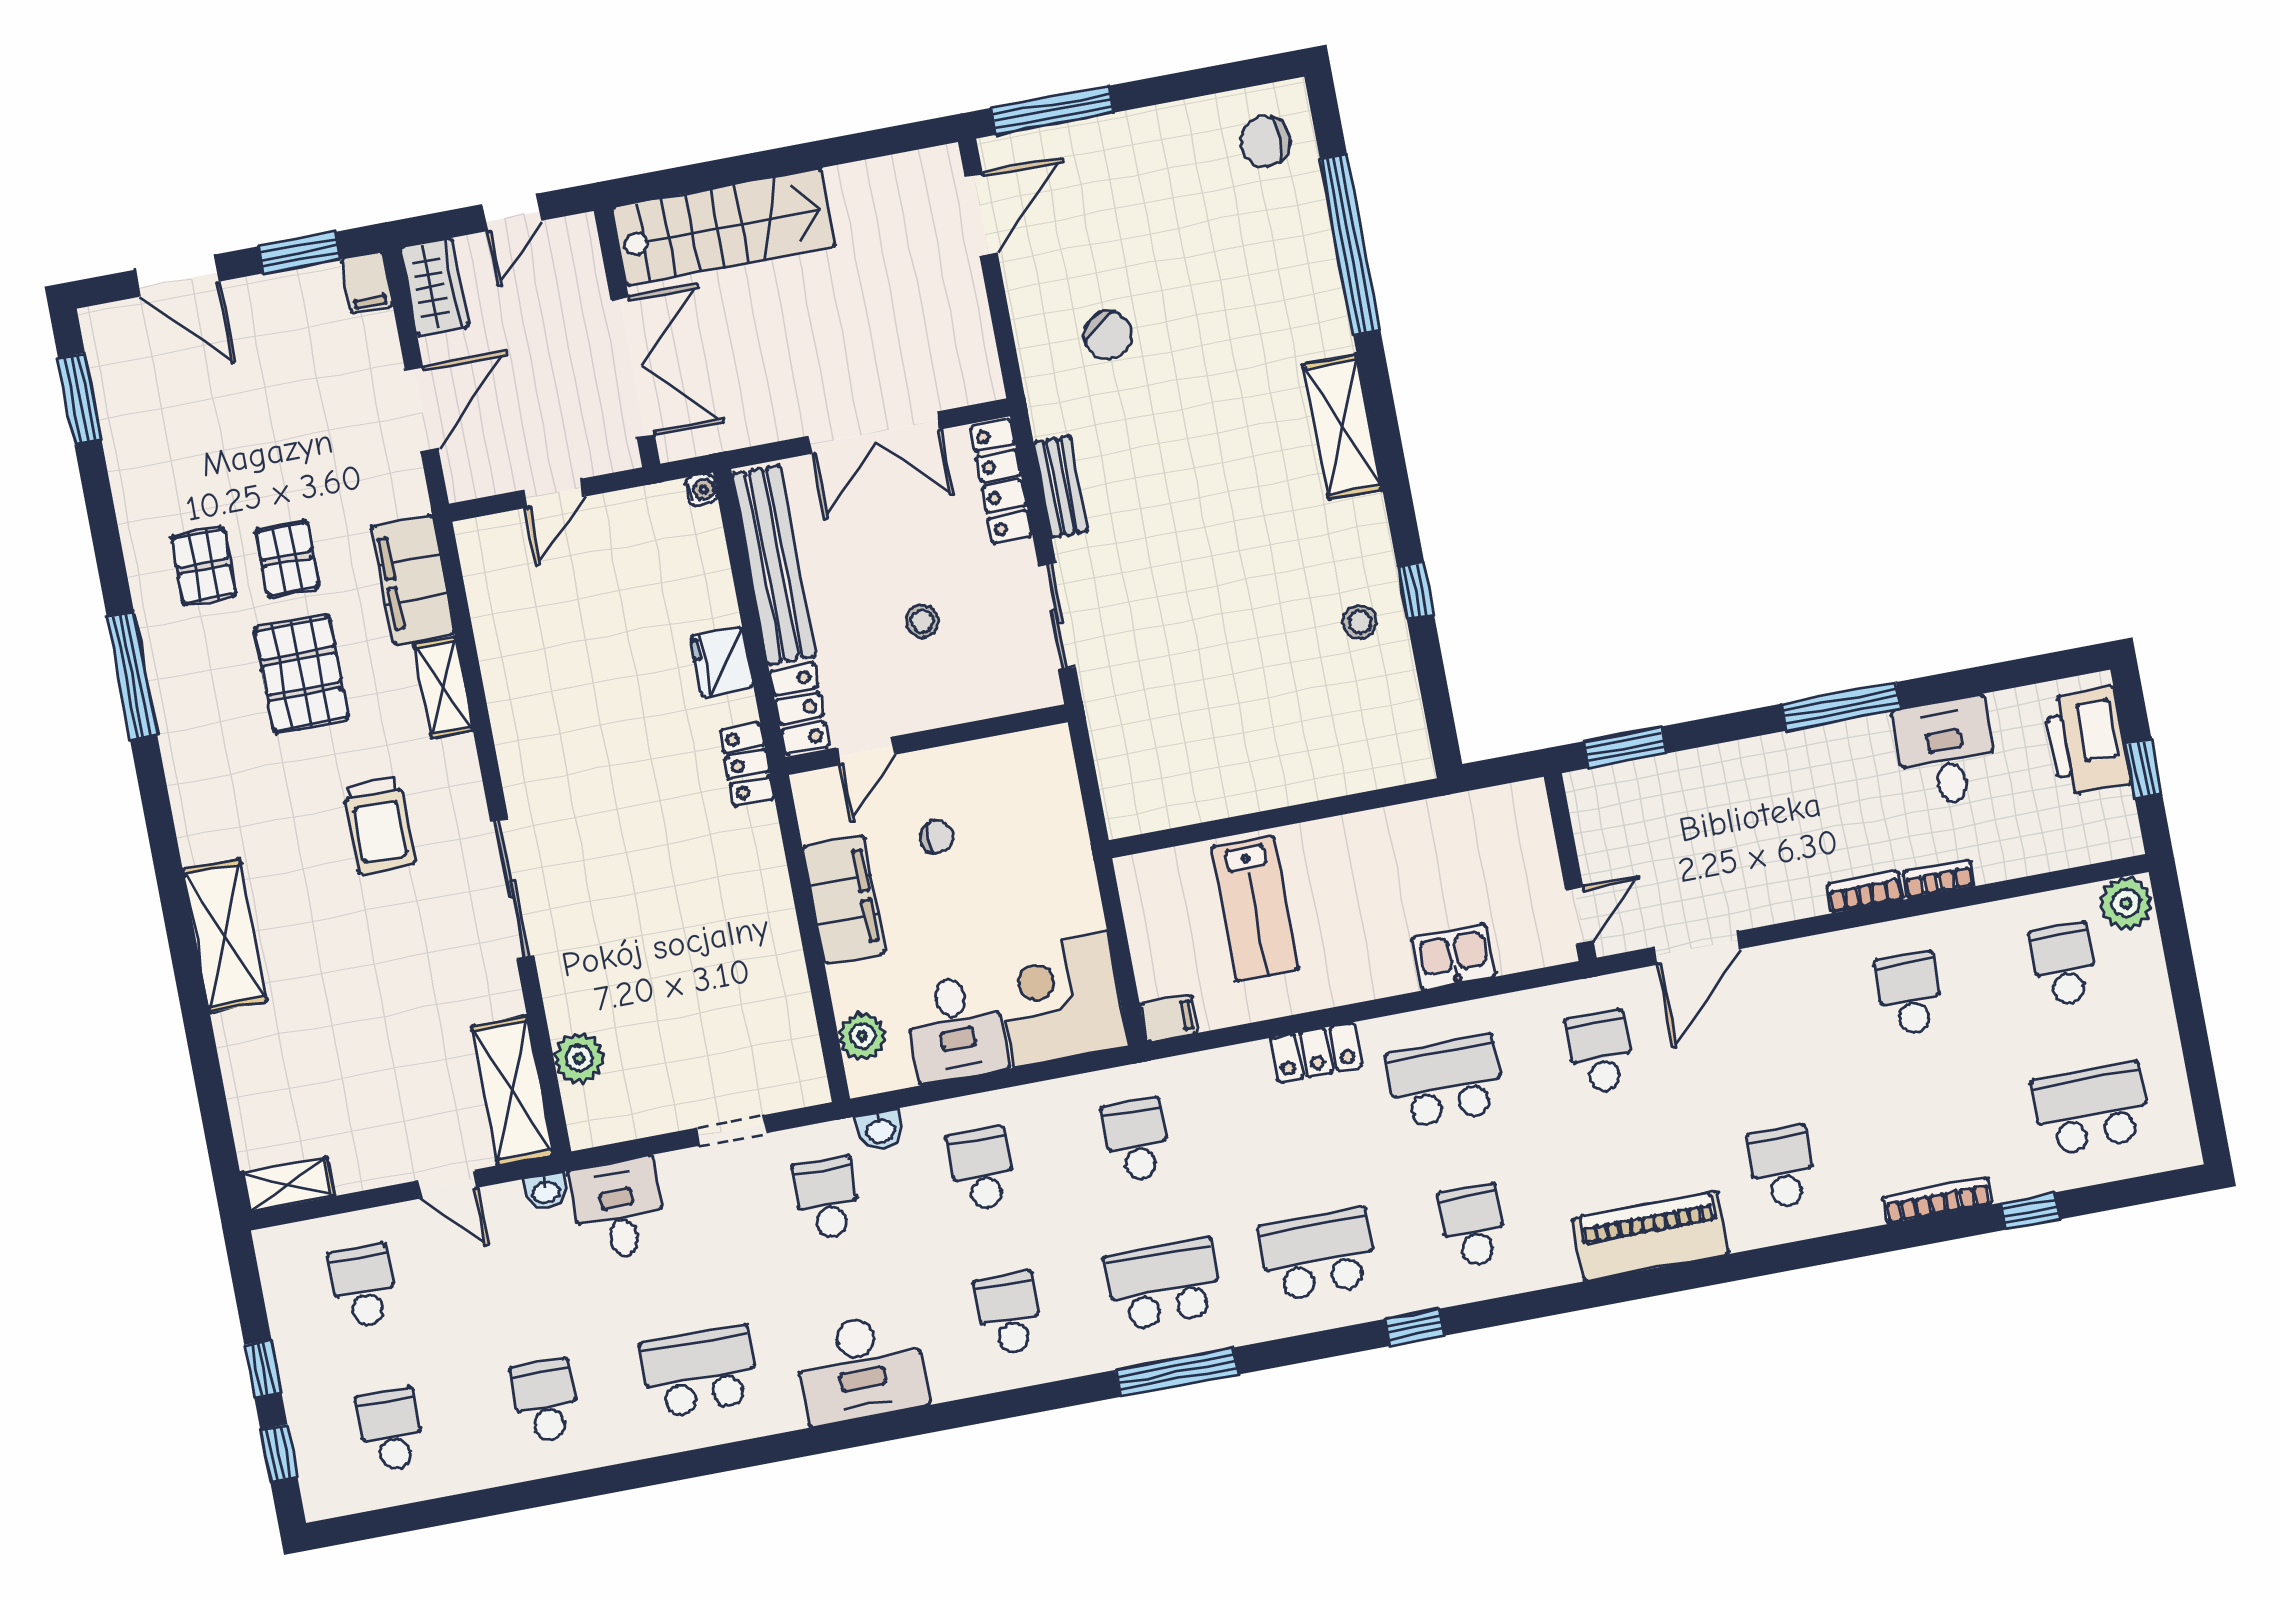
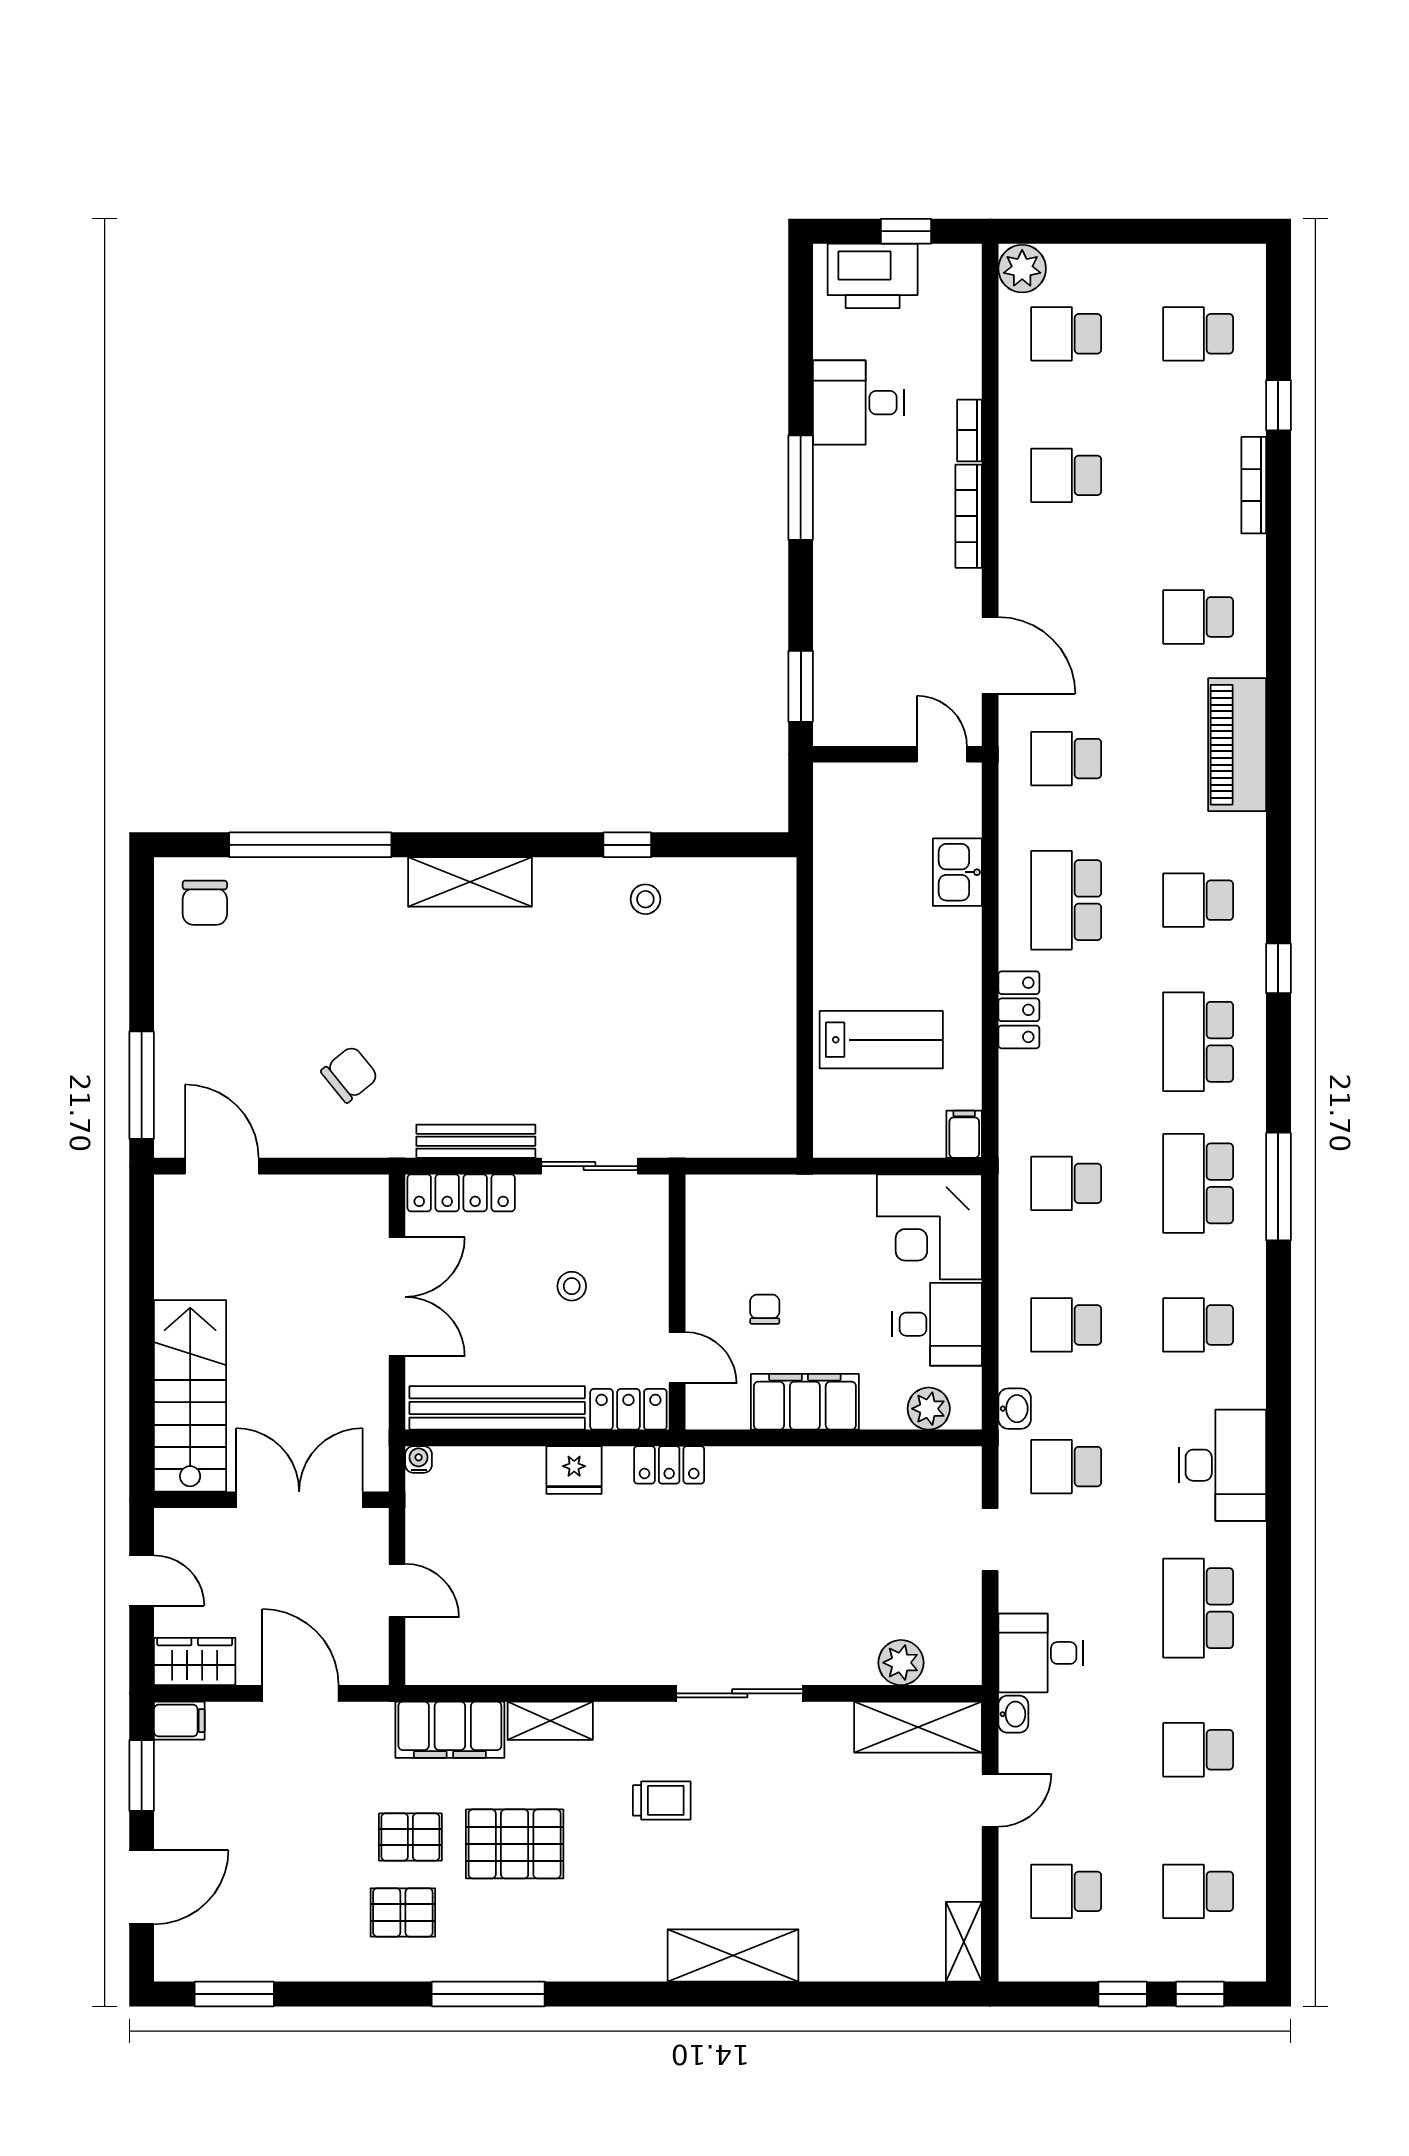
bench: (1061, 487) -> (476, 1141), width x1.36
trolley: (379, 826) -> (662, 1800), width x0.73, depth x0.72
bookcase: (1865, 892) -> (969, 516), width x1.56
school desk: (2091, 1109) -> (1198, 334), width x0.54

